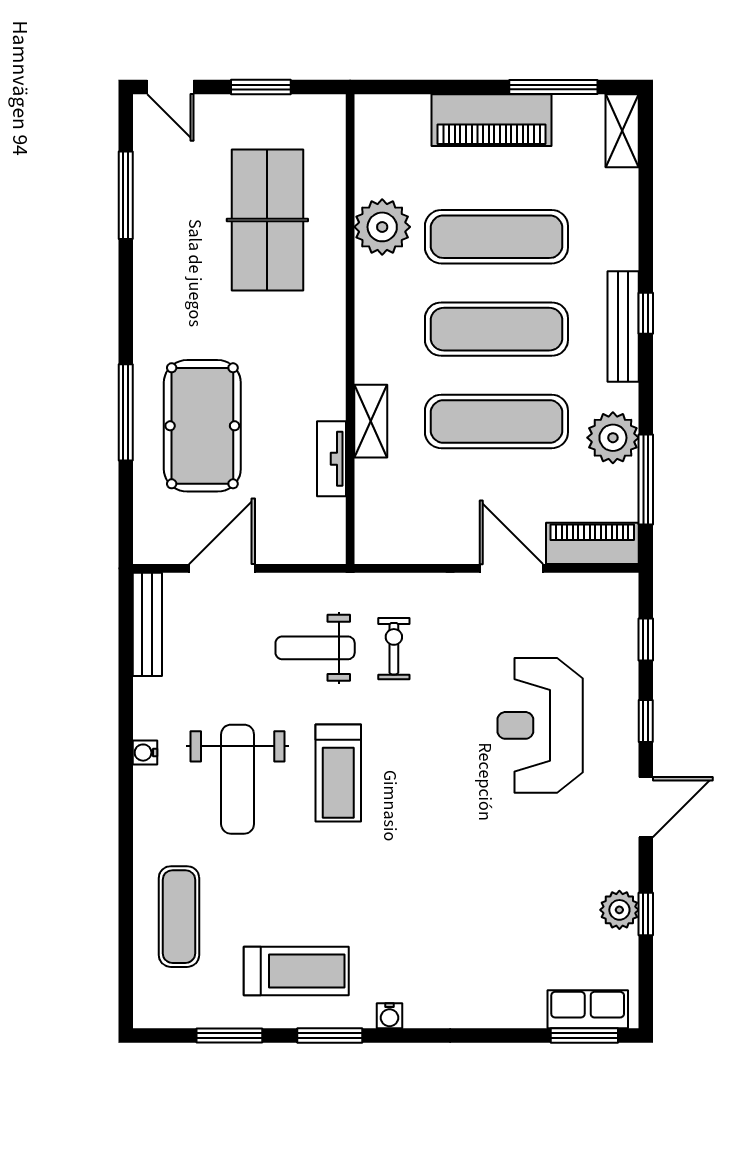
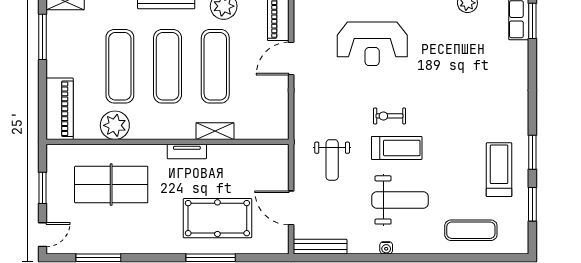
piano: (492, 120) -> (60, 109), moved
tv unit: (331, 459) -> (187, 152), moved
exercise bike: (394, 649) -> (389, 116), moved
water cooler: (390, 1016) -> (522, 122), removed

